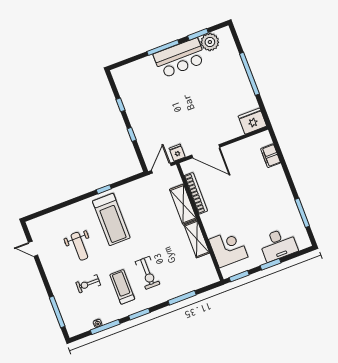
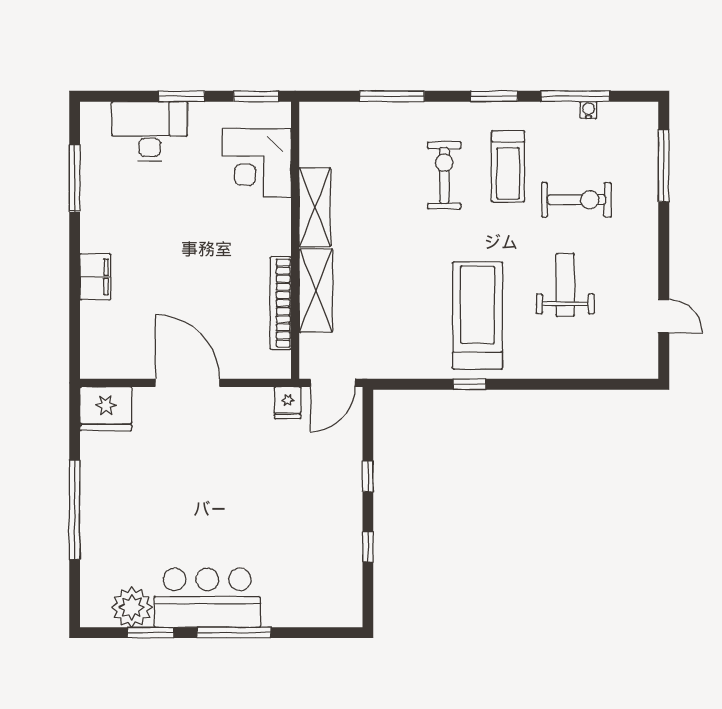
door: (206, 151) -> (187, 383), moved
filing cabinet: (271, 156) -> (95, 277), moved
exercise bike: (88, 284) -> (577, 200), width x1.38, depth x1.39

